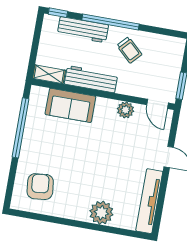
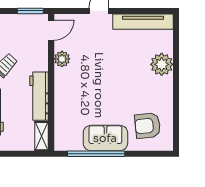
sofa: (70, 105) -> (105, 138), moved, turned -90

